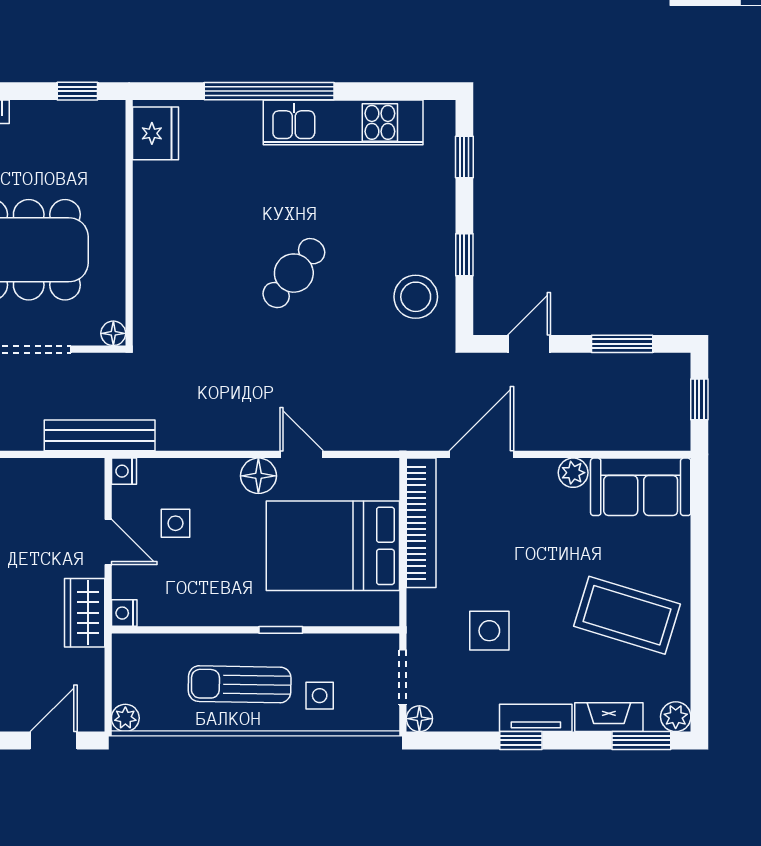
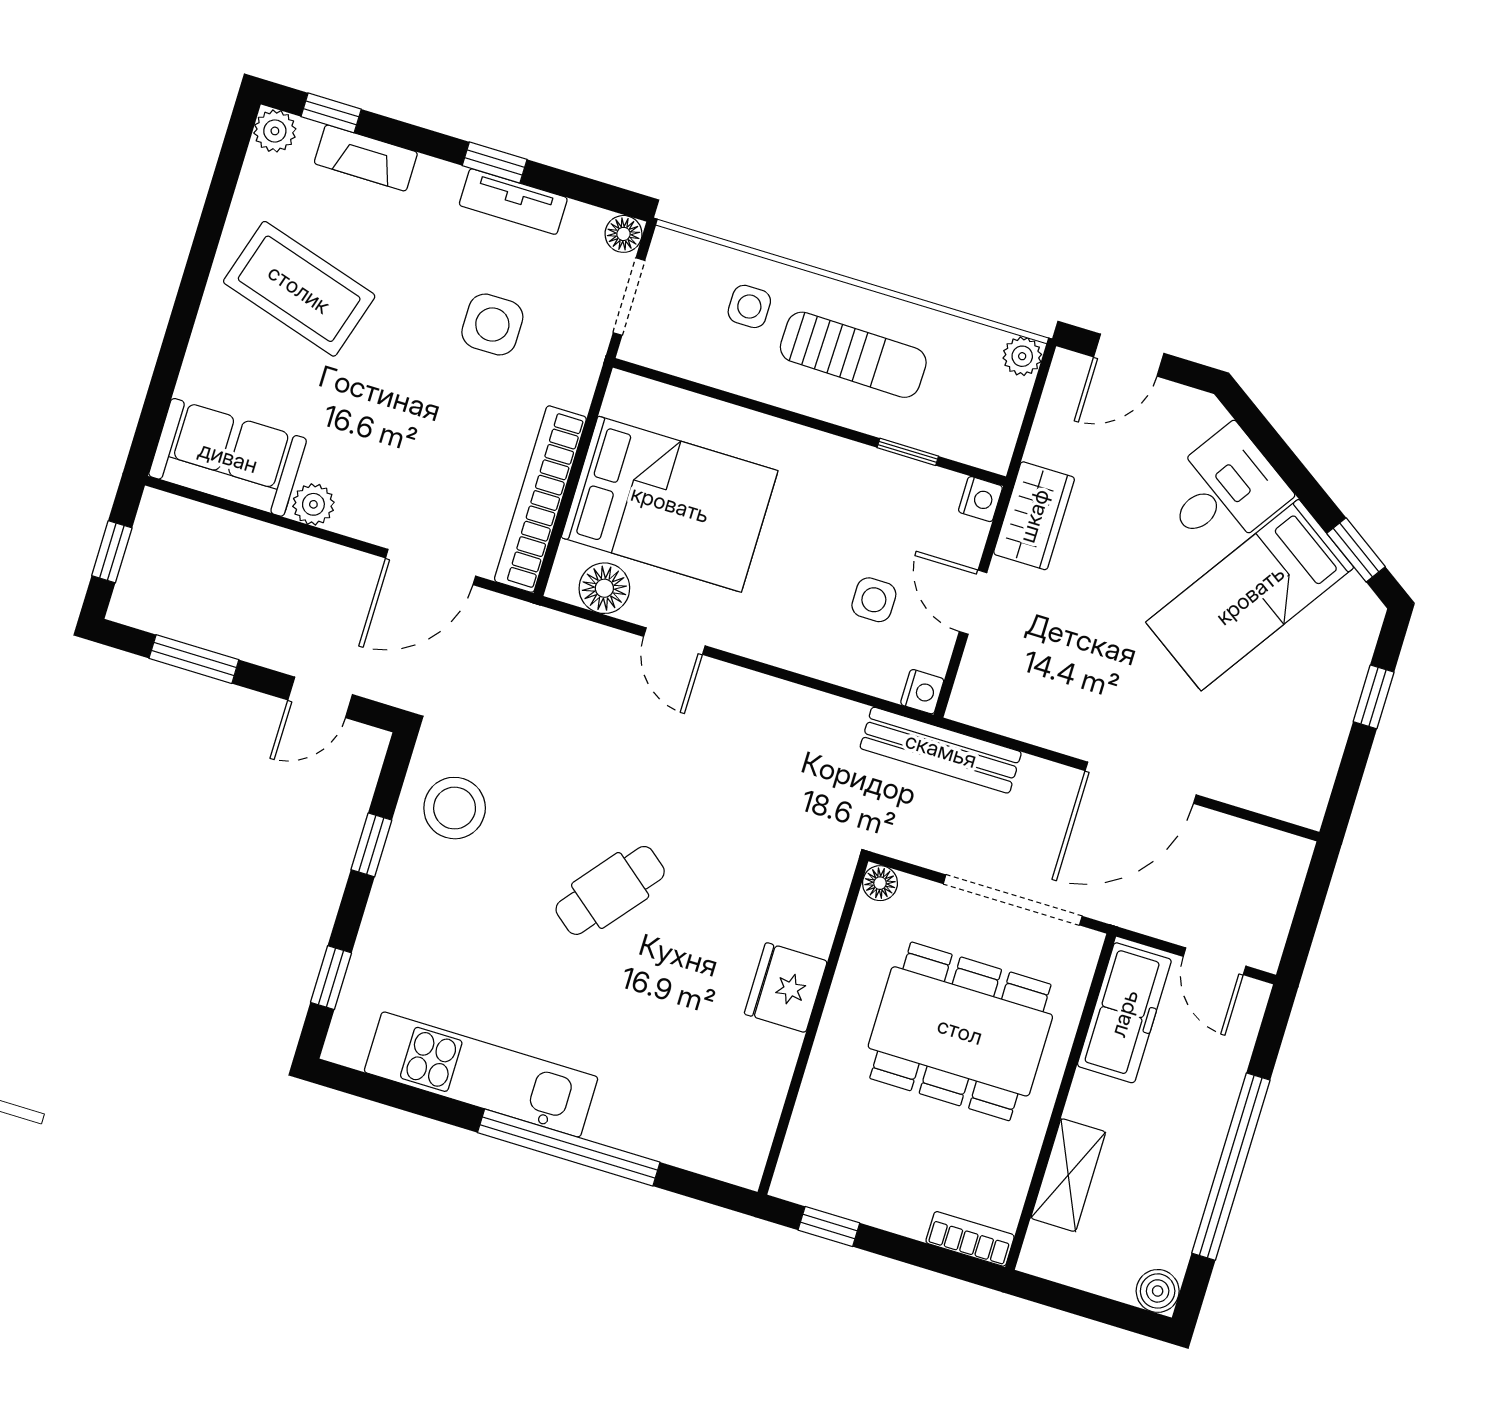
fridge: (155, 133) -> (786, 988), moved
floor lamp: (258, 476) -> (604, 588), moved
window: (281, 630) -> (908, 452), moved
tv unit: (536, 718) -> (513, 202), moved
window: (641, 740) -> (331, 113), width x0.67

